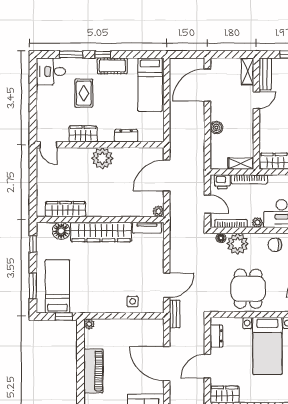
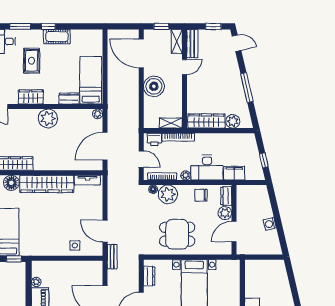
window: (230, 54) -> (161, 26), added
bed: (150, 85) -> (91, 80), moved, turned 180
door: (207, 85) -> (141, 53), hinge flipped
boiler: (216, 127) -> (154, 86), width x1.86, depth x1.86
door: (167, 176) -> (105, 146), moved
plant: (158, 211) -> (98, 114), moved
door: (167, 285) -> (105, 231), swing flipped
dining table: (248, 289) -> (177, 234), turned 90
plant: (89, 324) -> (36, 282), moved

